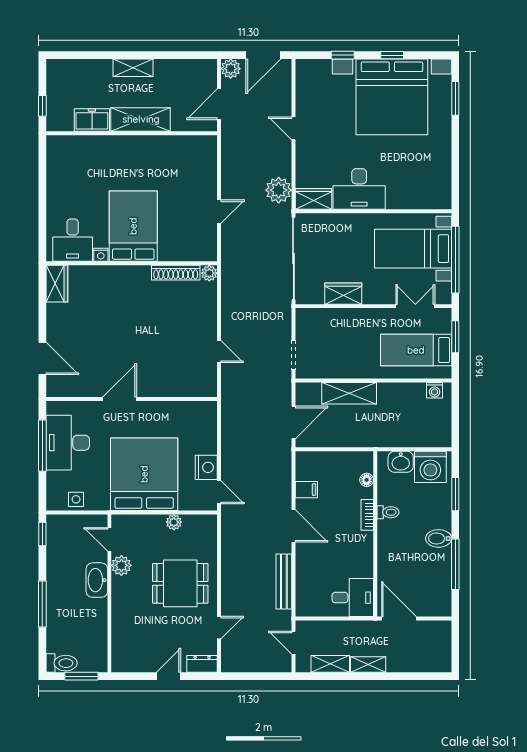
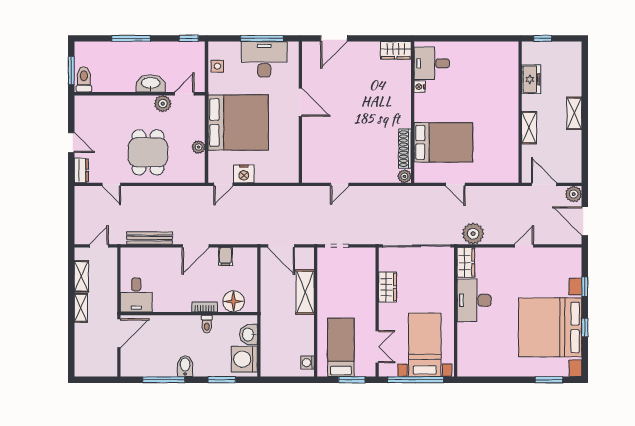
shelving: (141, 119) -> (529, 128), width x0.67, depth x0.75
bed: (133, 226) -> (443, 142), moved
floor lamp: (367, 480) -> (234, 301), width x1.89, depth x1.89
toilet: (62, 663) -> (84, 79), moved, turned 180

